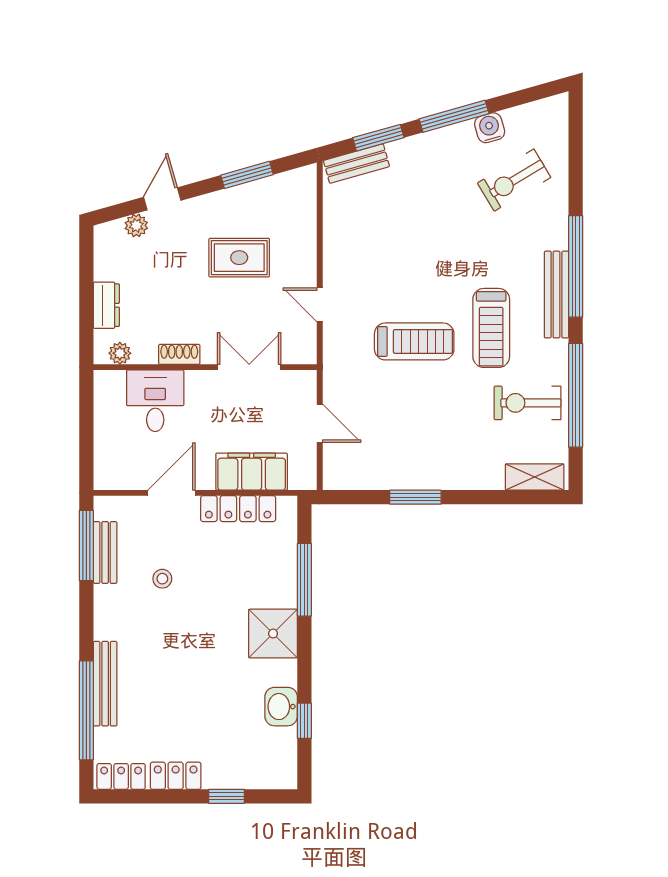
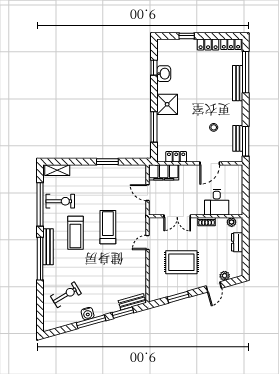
water cooler: (490, 128) -> (88, 314), moved
rug: (239, 258) -> (181, 262), width x1.36, depth x1.43
door: (320, 305) -> (148, 242), swing flipped
treadmill: (491, 328) -> (75, 233), turned 180
treadmill: (414, 341) -> (108, 227), turned 90
filing cabinet: (252, 472) -> (164, 172), moved
locker: (238, 509) -> (176, 157), width x0.66

